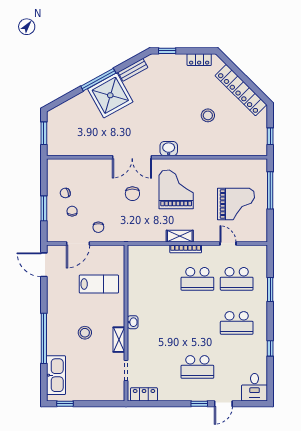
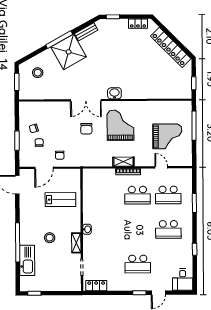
stool: (208, 115) -> (38, 73), moved
kitchen sink: (56, 375) -> (27, 260), moved

